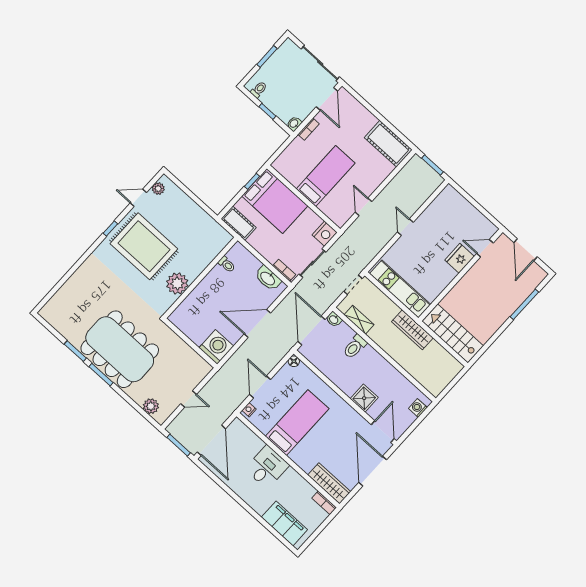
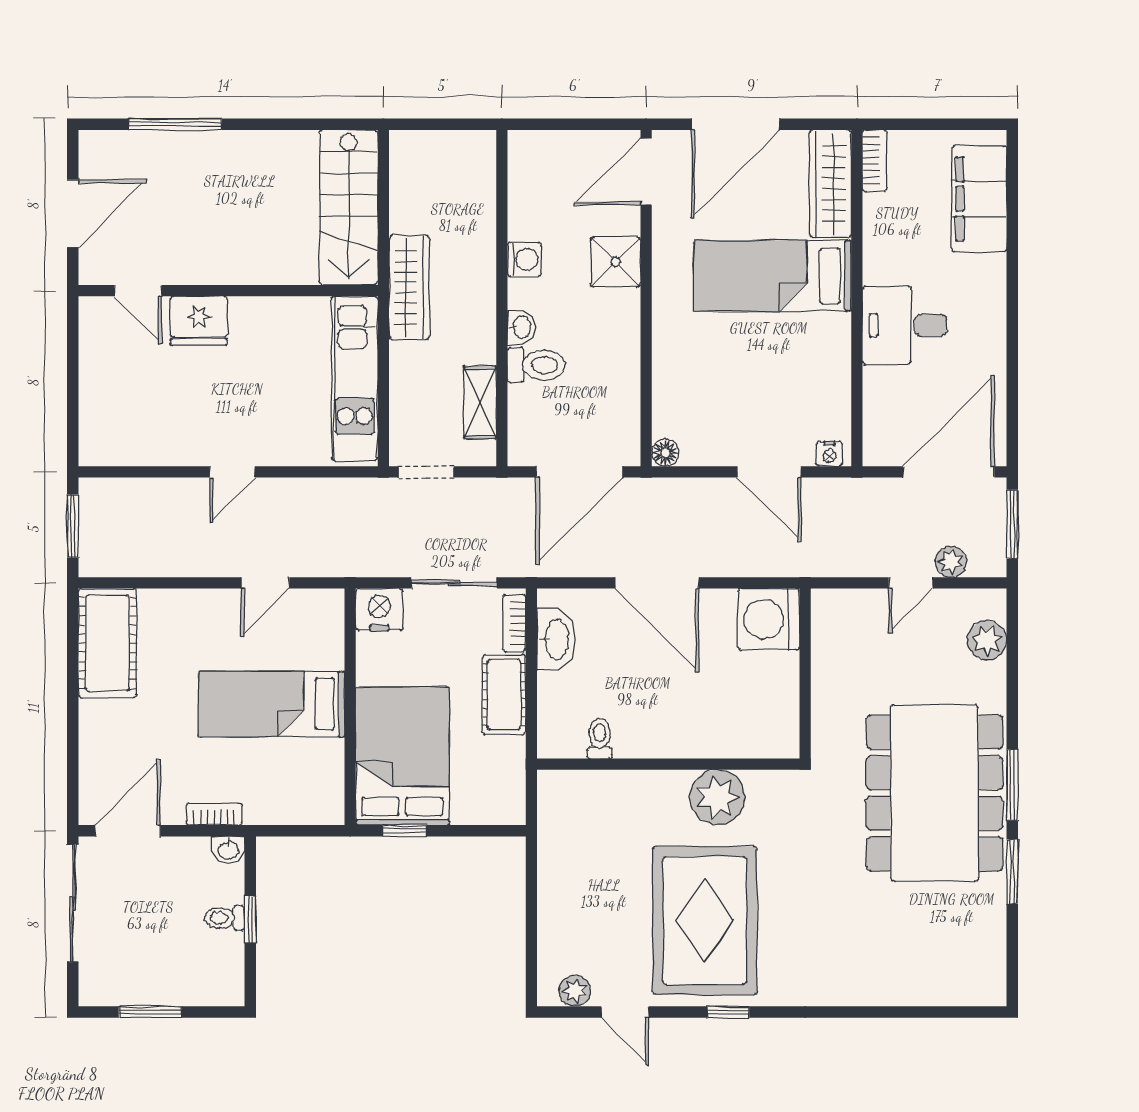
toilet: (259, 90) -> (225, 918), moved
cot: (239, 223) -> (504, 695), moved
washbasin: (334, 319) -> (521, 327), moved
door: (260, 387) -> (769, 472), hinge flipped
door: (189, 399) -> (911, 583), swing flipped
washing machine: (418, 408) -> (524, 259), moved, turned -90
plant: (184, 417) -> (951, 562), added
bed: (297, 423) -> (773, 276), moved

